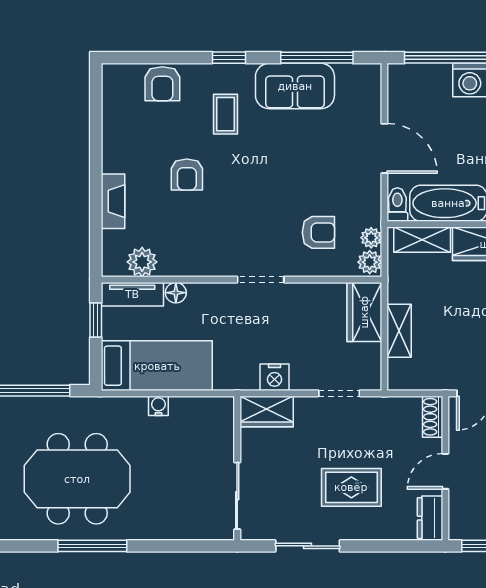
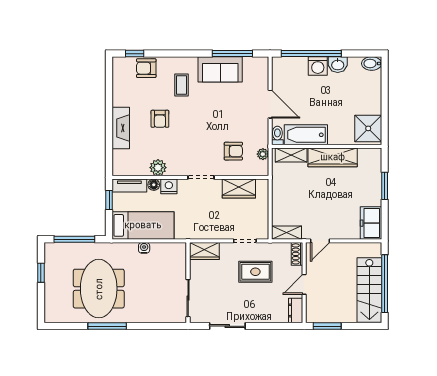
window: (229, 58) -> (135, 54), moved
armchair: (162, 84) -> (146, 68), turned 90
fireplace: (113, 201) -> (121, 128), width x1.37, depth x1.32
plant: (142, 262) -> (158, 168), moved
plant: (370, 262) -> (262, 168), removed
wardrobe: (364, 312) -> (239, 189), moved, turned -90
shelving: (399, 331) -> (287, 233), moved, turned 90
nightstand: (275, 377) -> (169, 186), moved, turned 180
meeting table: (77, 479) -> (99, 289), turned 90
rug: (351, 487) -> (255, 272), moved

